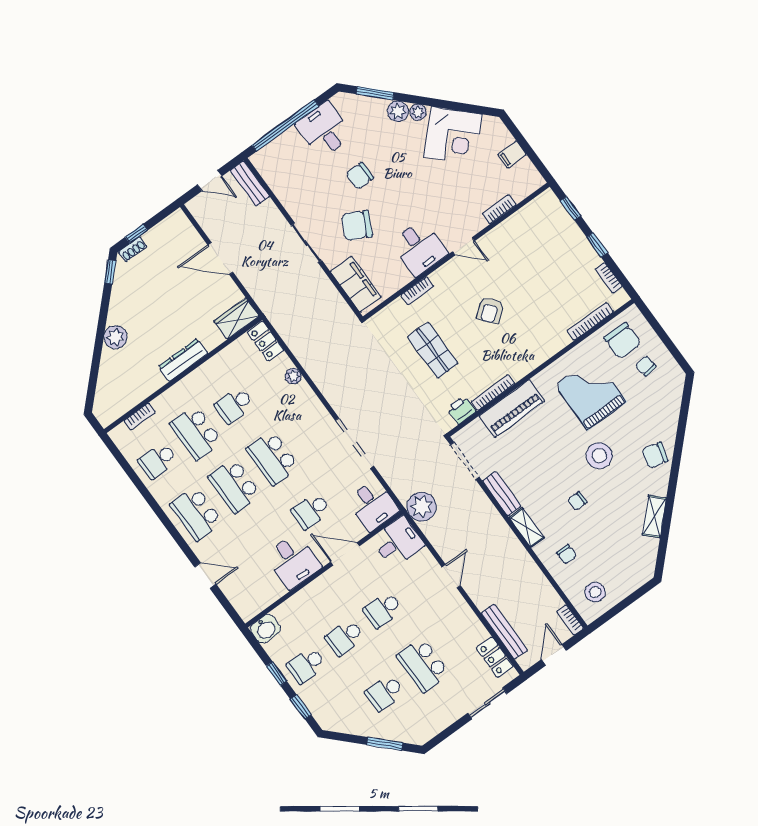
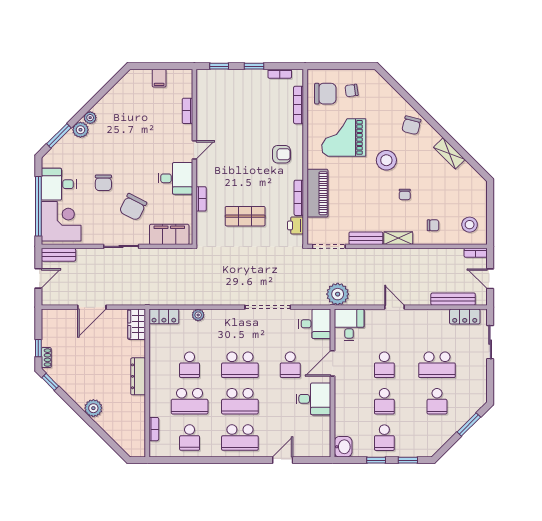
corner desk: (453, 136) -> (61, 221), moved, turned -45
armchair: (490, 310) -> (281, 154), moved, turned -50

